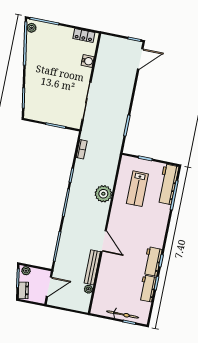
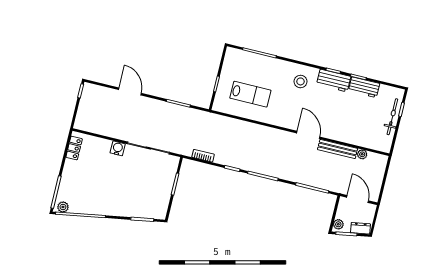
door: (140, 59) -> (130, 91), moved
water cooler: (88, 61) -> (118, 148), moved
workbench: (168, 184) -> (247, 60), removed
plant: (103, 194) -> (255, 133), removed
stool: (150, 232) -> (301, 81), added
door: (104, 241) -> (308, 135), hinge flipped

